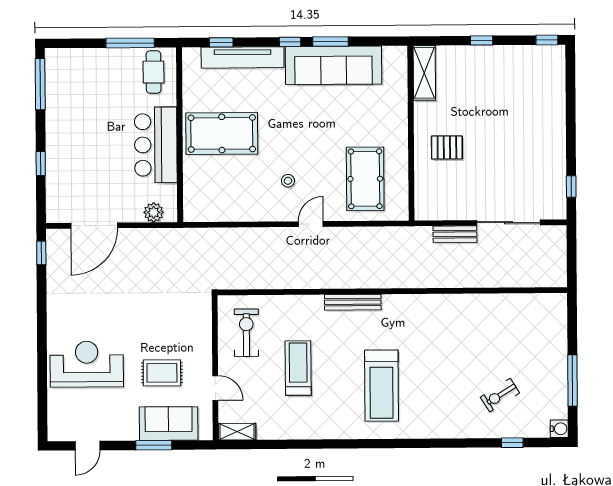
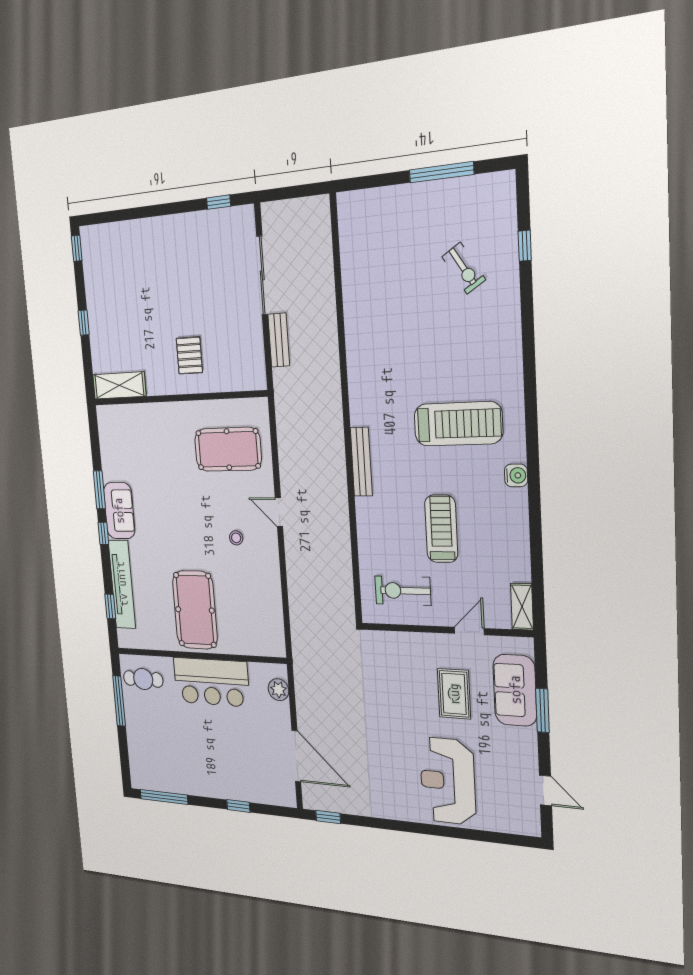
sofa: (333, 65) -> (119, 511), width x0.54, depth x0.79
treadmill: (298, 368) -> (441, 529), turned 90
water cooler: (559, 429) -> (516, 475), moved, turned 90

